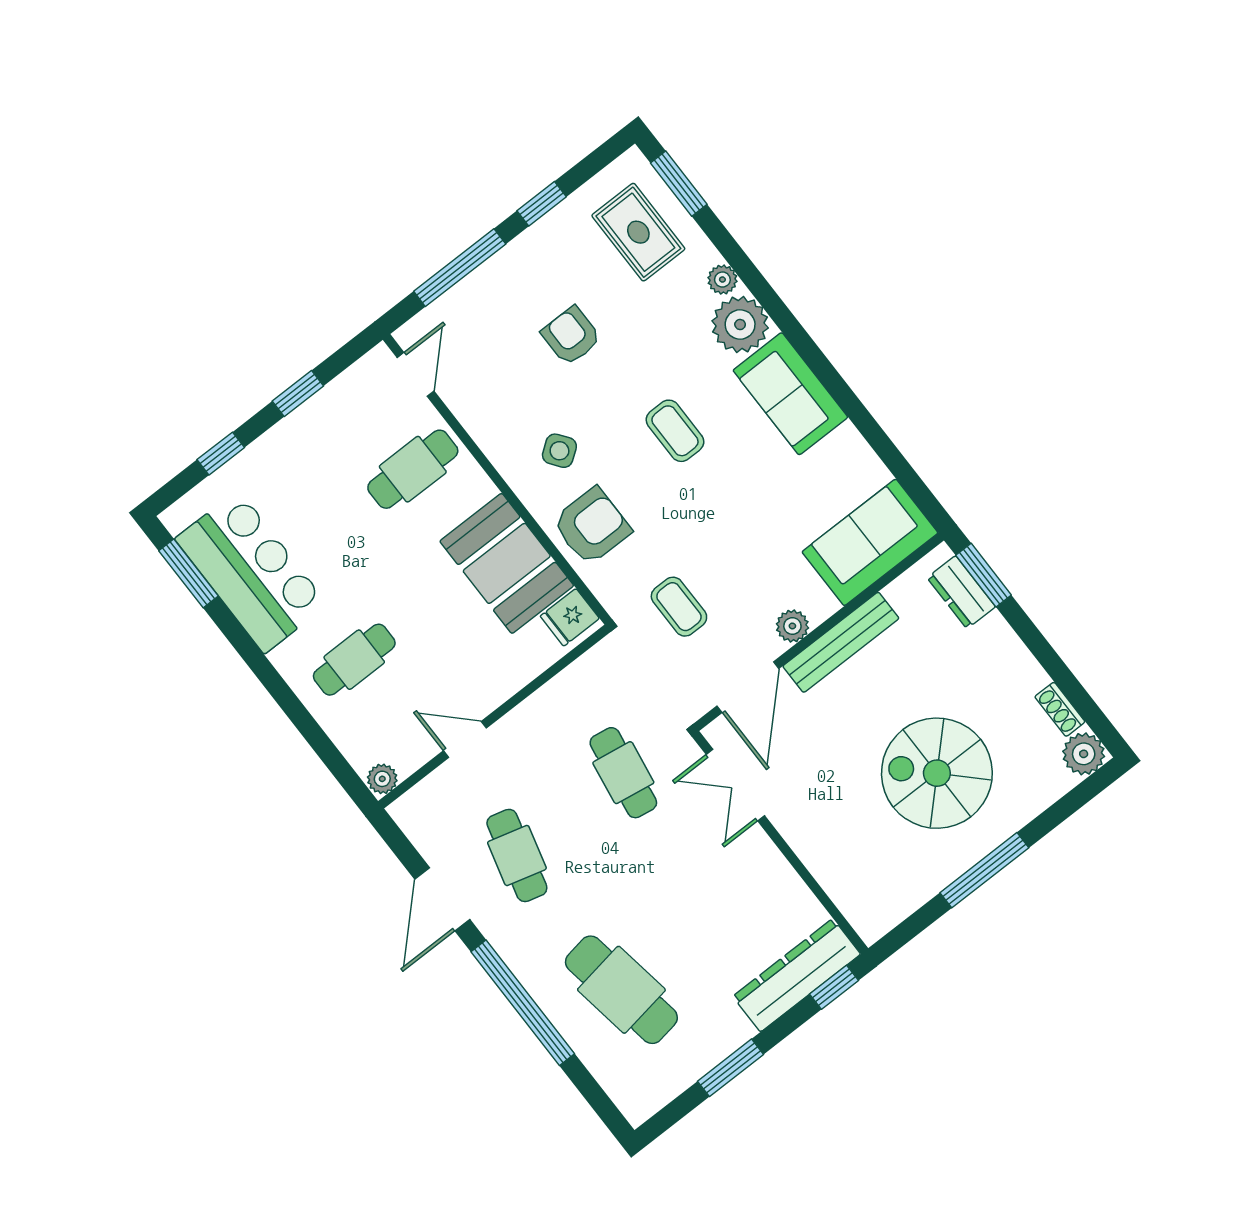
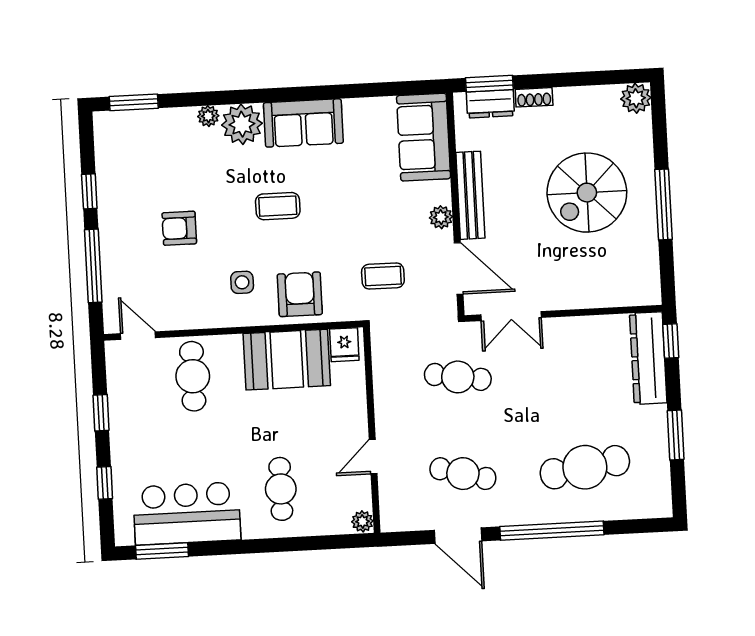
rug: (638, 232) -> (146, 146), removed
side table: (559, 451) -> (242, 282), turned 36
shoe rack: (1060, 709) -> (534, 97), moved

